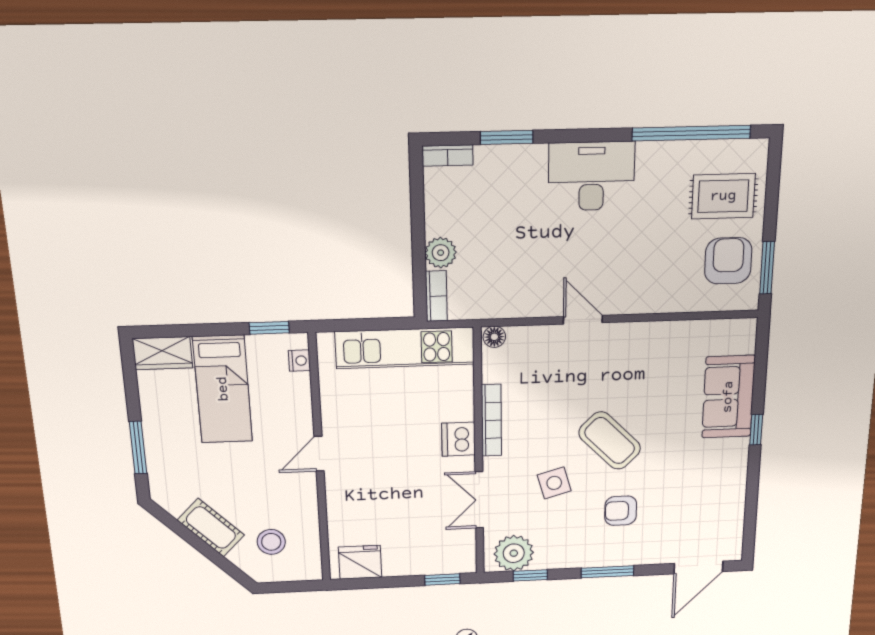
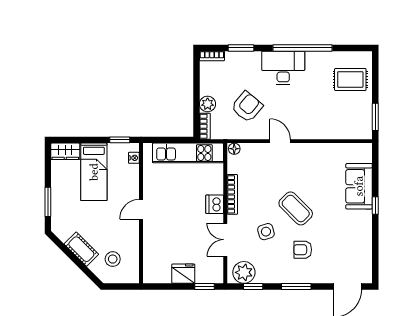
window: (691, 133) -> (303, 48), moved
armchair: (728, 261) -> (247, 107), moved, turned 40
fridge: (360, 562) -> (183, 274), moved

